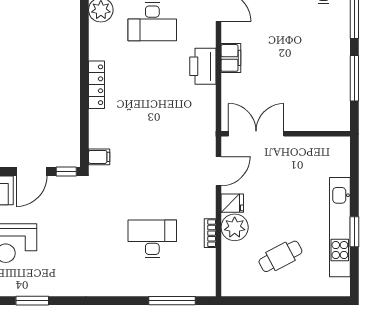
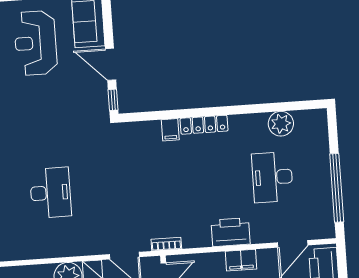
filing cabinet: (99, 157) -> (170, 130), moved
bookcase: (210, 233) -> (166, 244), moved

